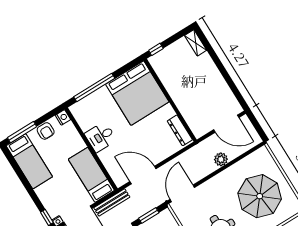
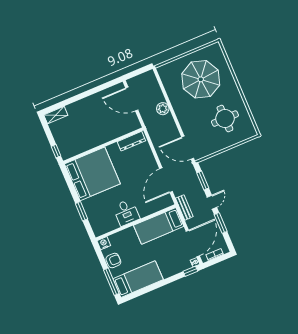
window: (94, 87) -> (81, 211), width x0.47
door: (226, 124) -> (132, 99), swing flipped
bench: (112, 202) -> (184, 207), width x0.73

